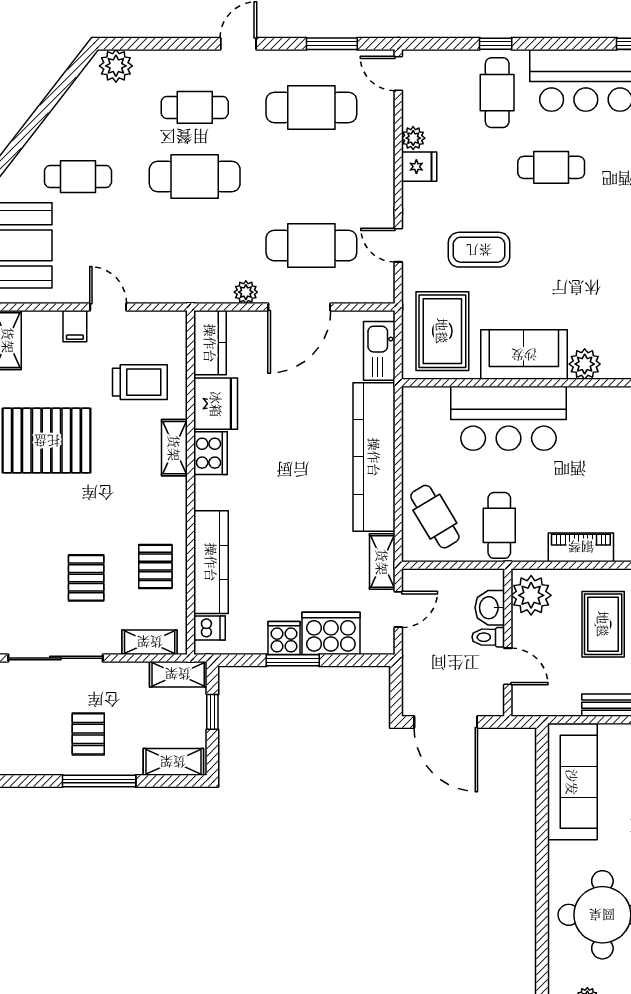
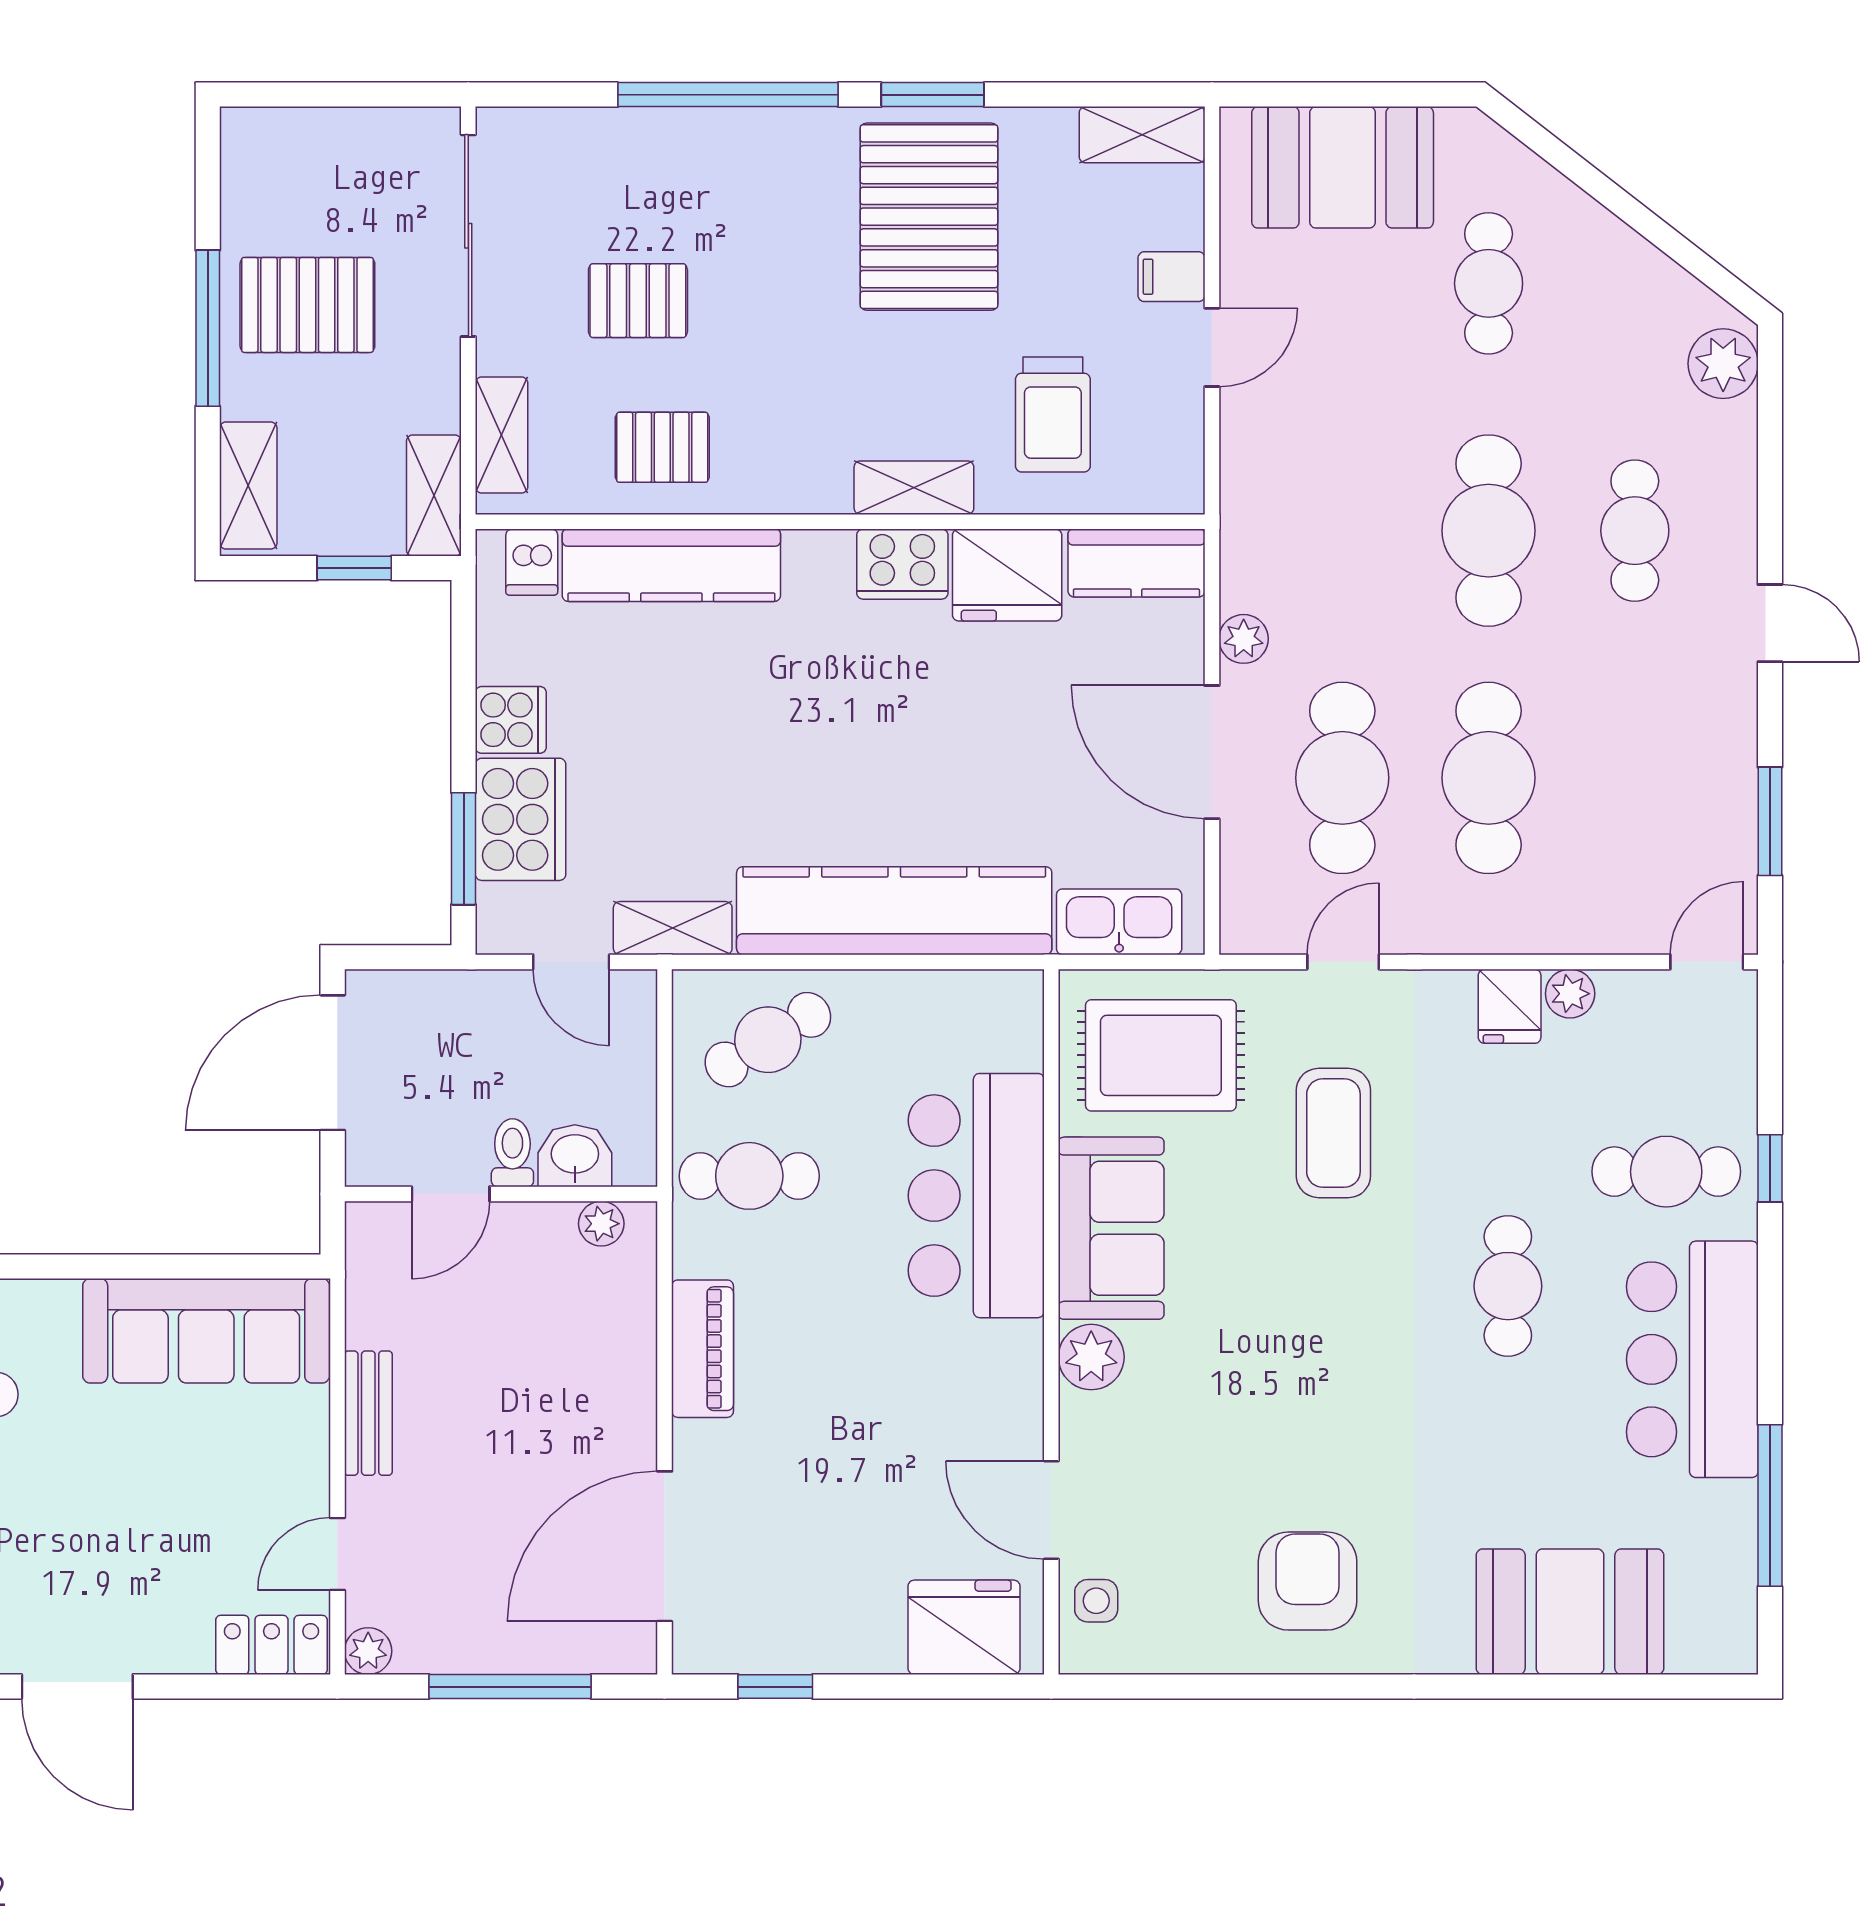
cafe table: (311, 107) -> (1489, 778), moved
plant: (531, 595) -> (601, 1224), width x0.53, depth x0.53
rug: (603, 624) -> (540, 1396), removed
window: (293, 660) -> (464, 849), moved
pallet: (88, 734) -> (307, 305), width x1.50, depth x1.42

